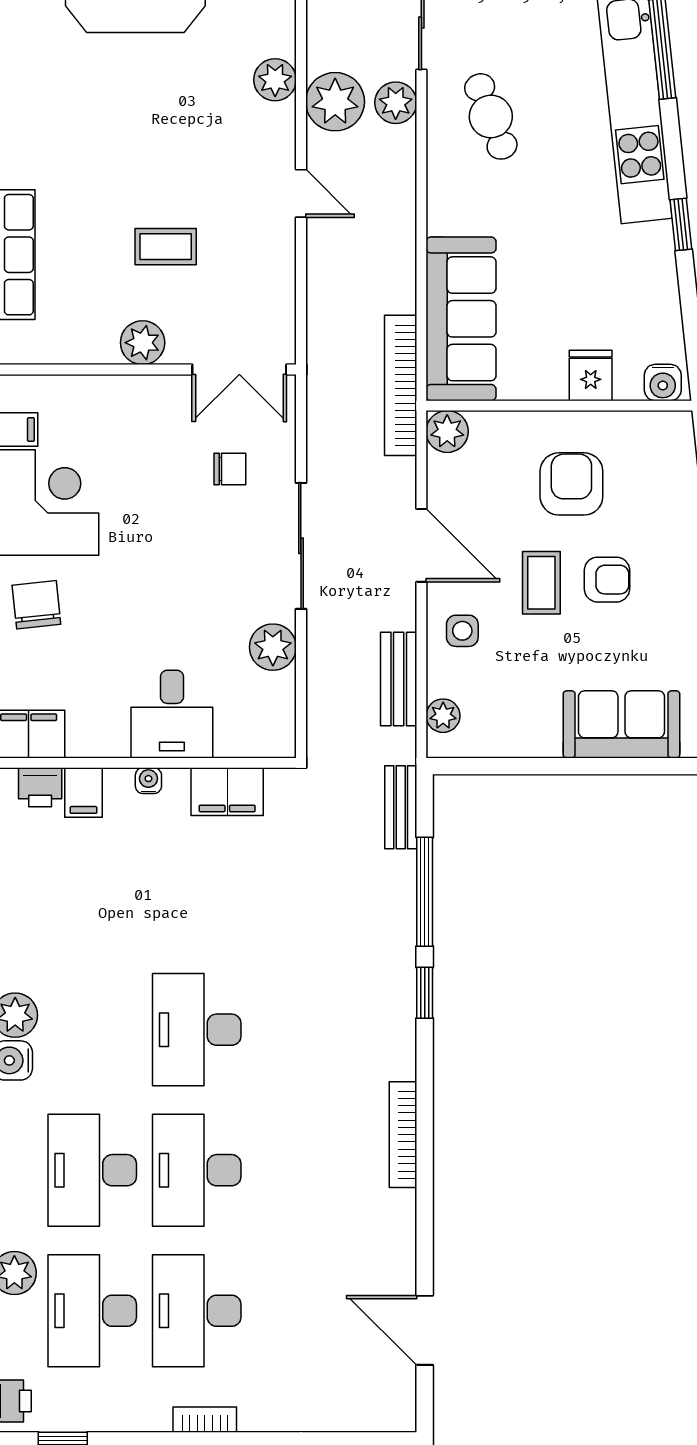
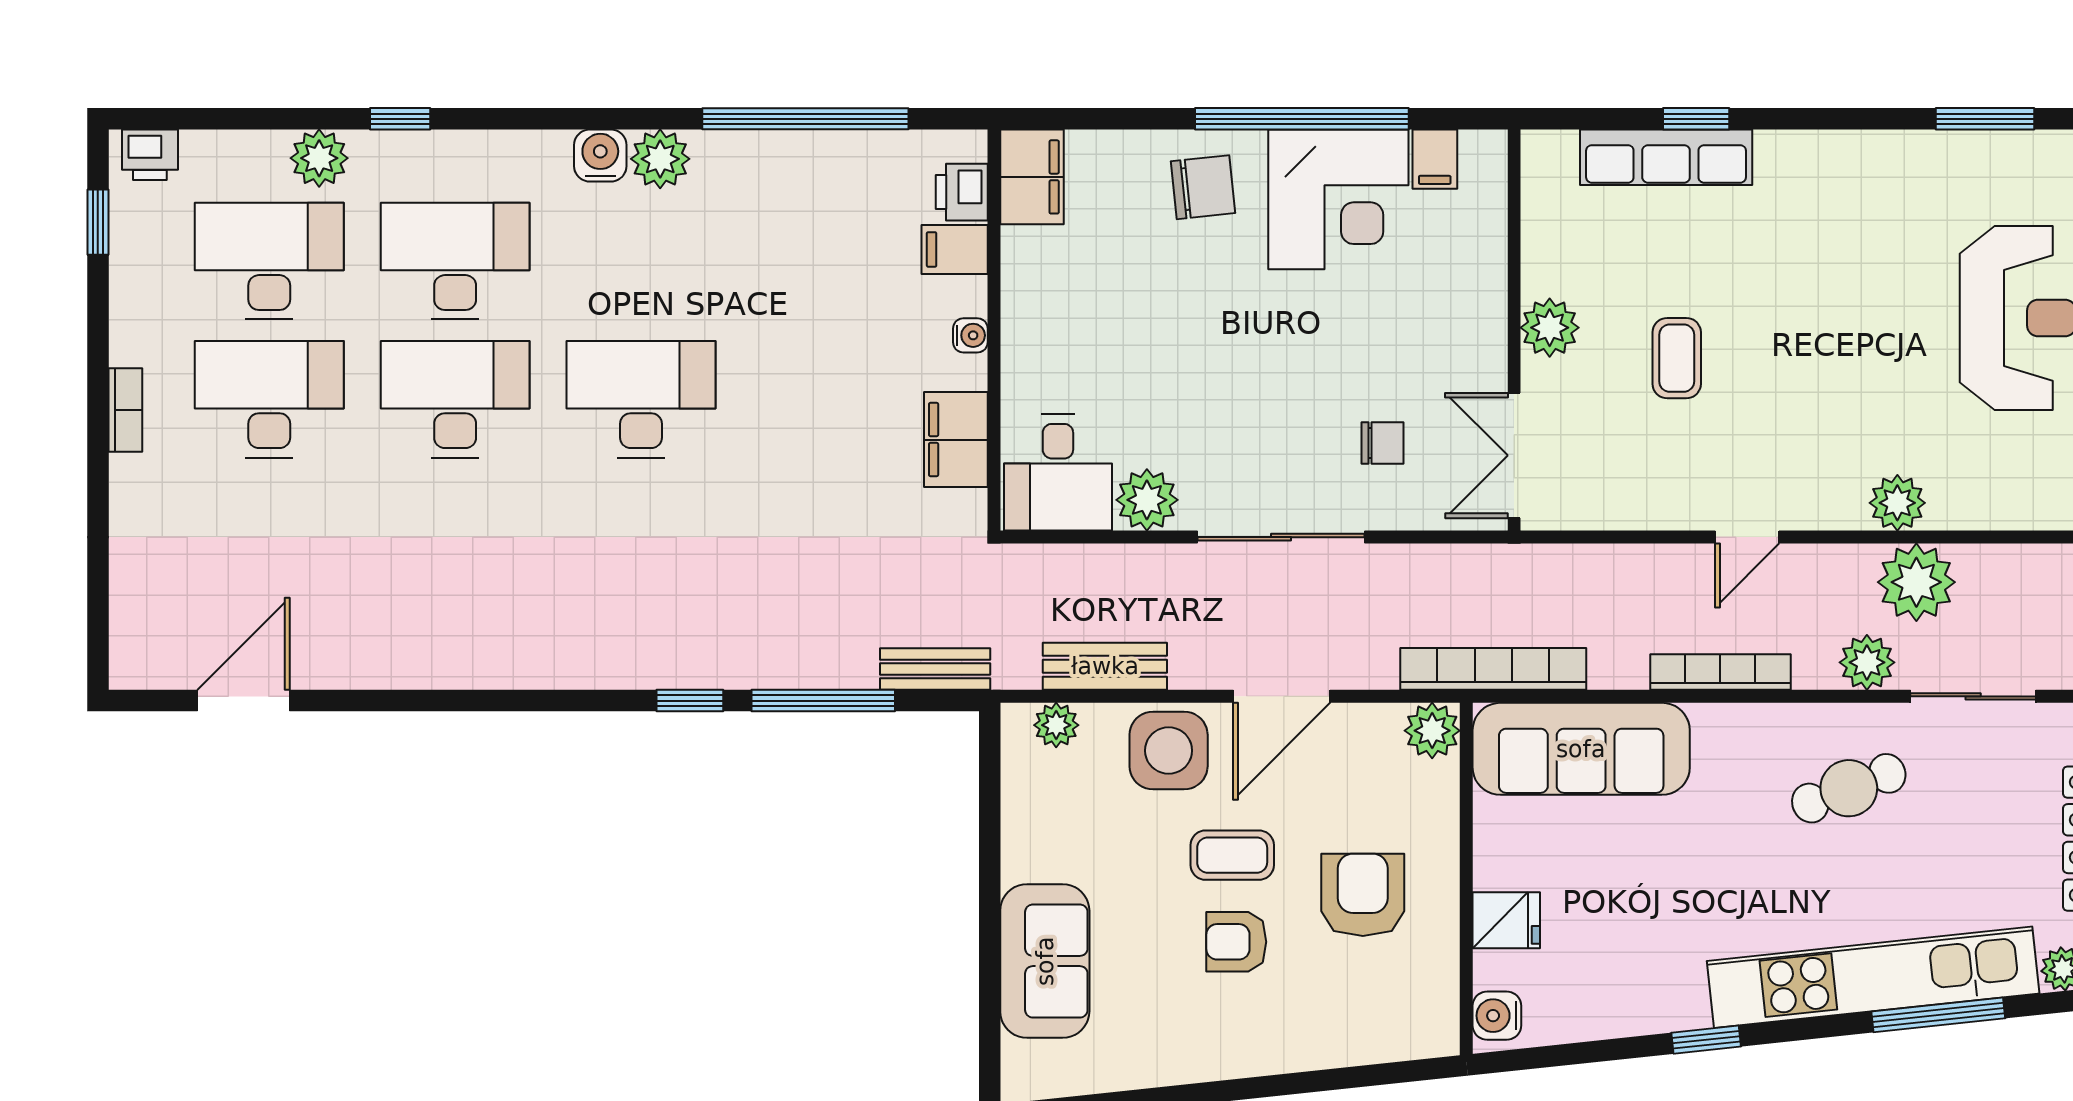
plant: (335, 102) -> (1916, 582), moved
chair: (230, 469) -> (1383, 443), turned -90
armchair: (571, 484) -> (1363, 895), turned -90
armchair: (607, 580) -> (1236, 942), turned 90
side table: (462, 631) -> (1169, 751), width x1.87, depth x1.87
desk: (172, 714) -> (1058, 473), moved, turned -90
bookcase: (403, 1135) -> (1720, 672), moved

